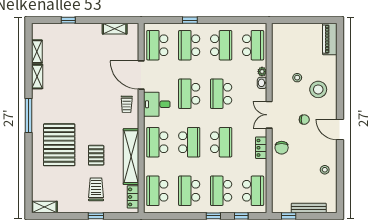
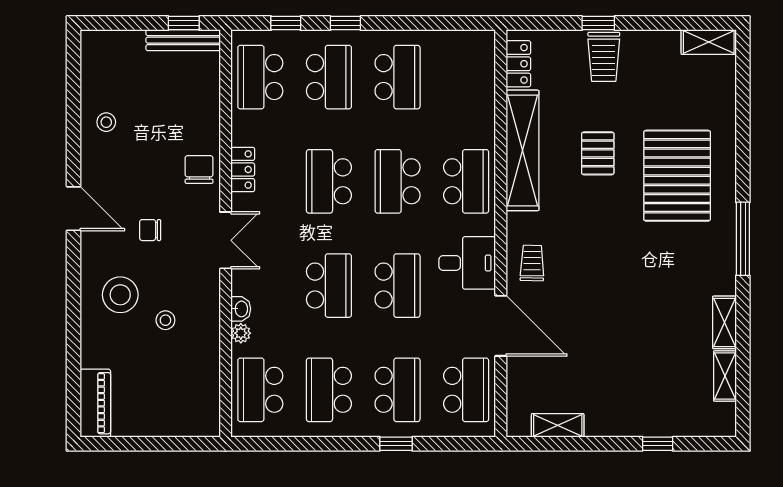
trolley: (96, 189) -> (604, 57), moved
school desk: (157, 191) -> (466, 77), removed
bench: (309, 208) -> (183, 40), moved

